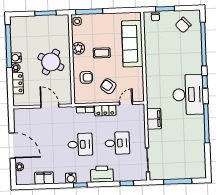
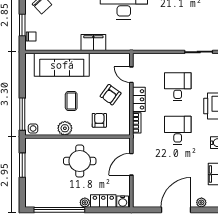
water cooler: (16, 58) -> (123, 202), moved
round table: (51, 62) -> (80, 161), turned -30
filing cabinet: (154, 119) -> (93, 43), moved

